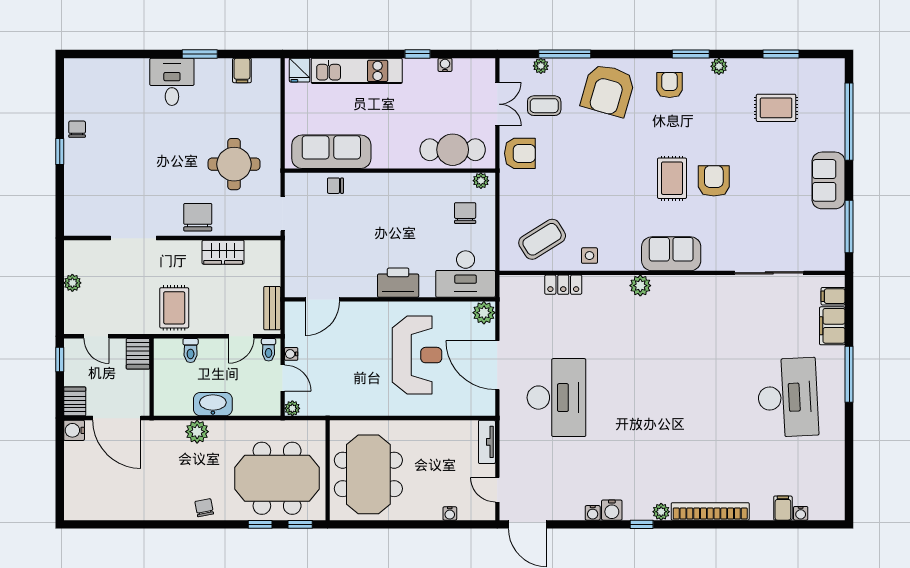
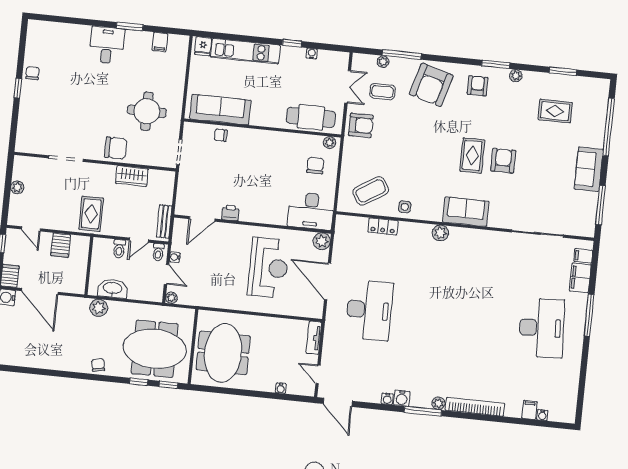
chair: (198, 217) -> (116, 148), turned 90
printer: (398, 283) -> (230, 213), moved, width x0.53, depth x0.68
toilet: (191, 350) -> (119, 249), moved
wall: (152, 377) -> (89, 266), moved
window: (642, 524) -> (423, 411), width x2.17

